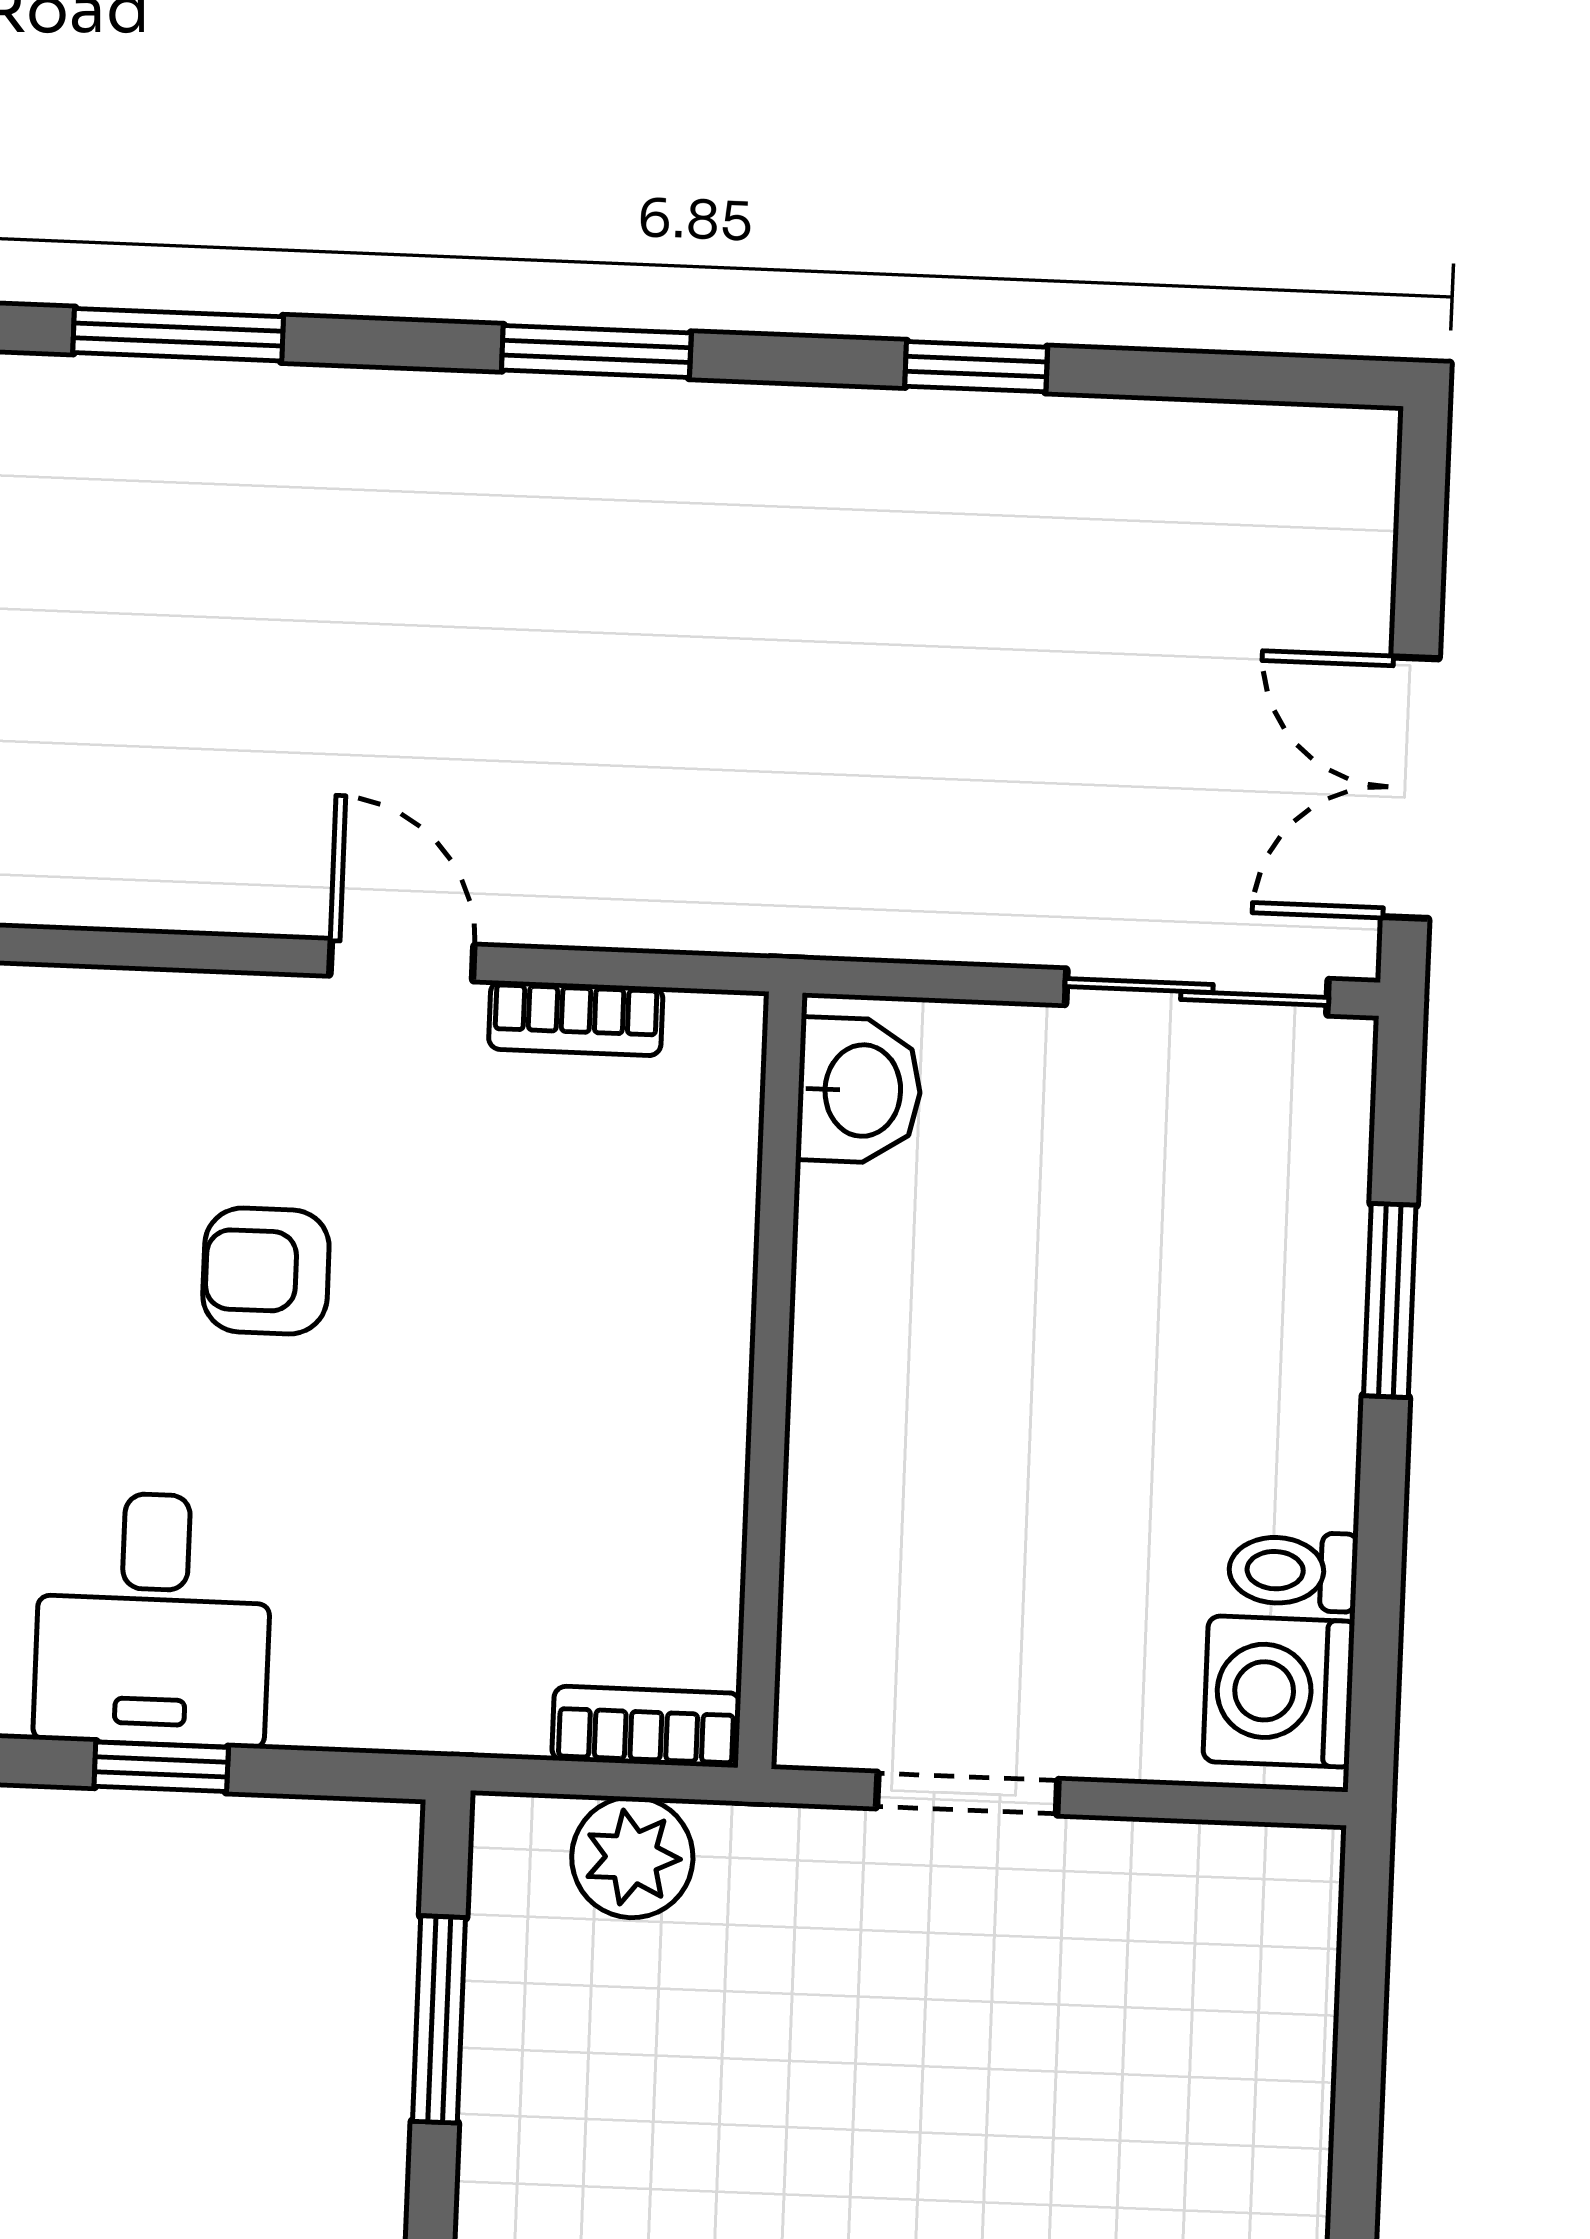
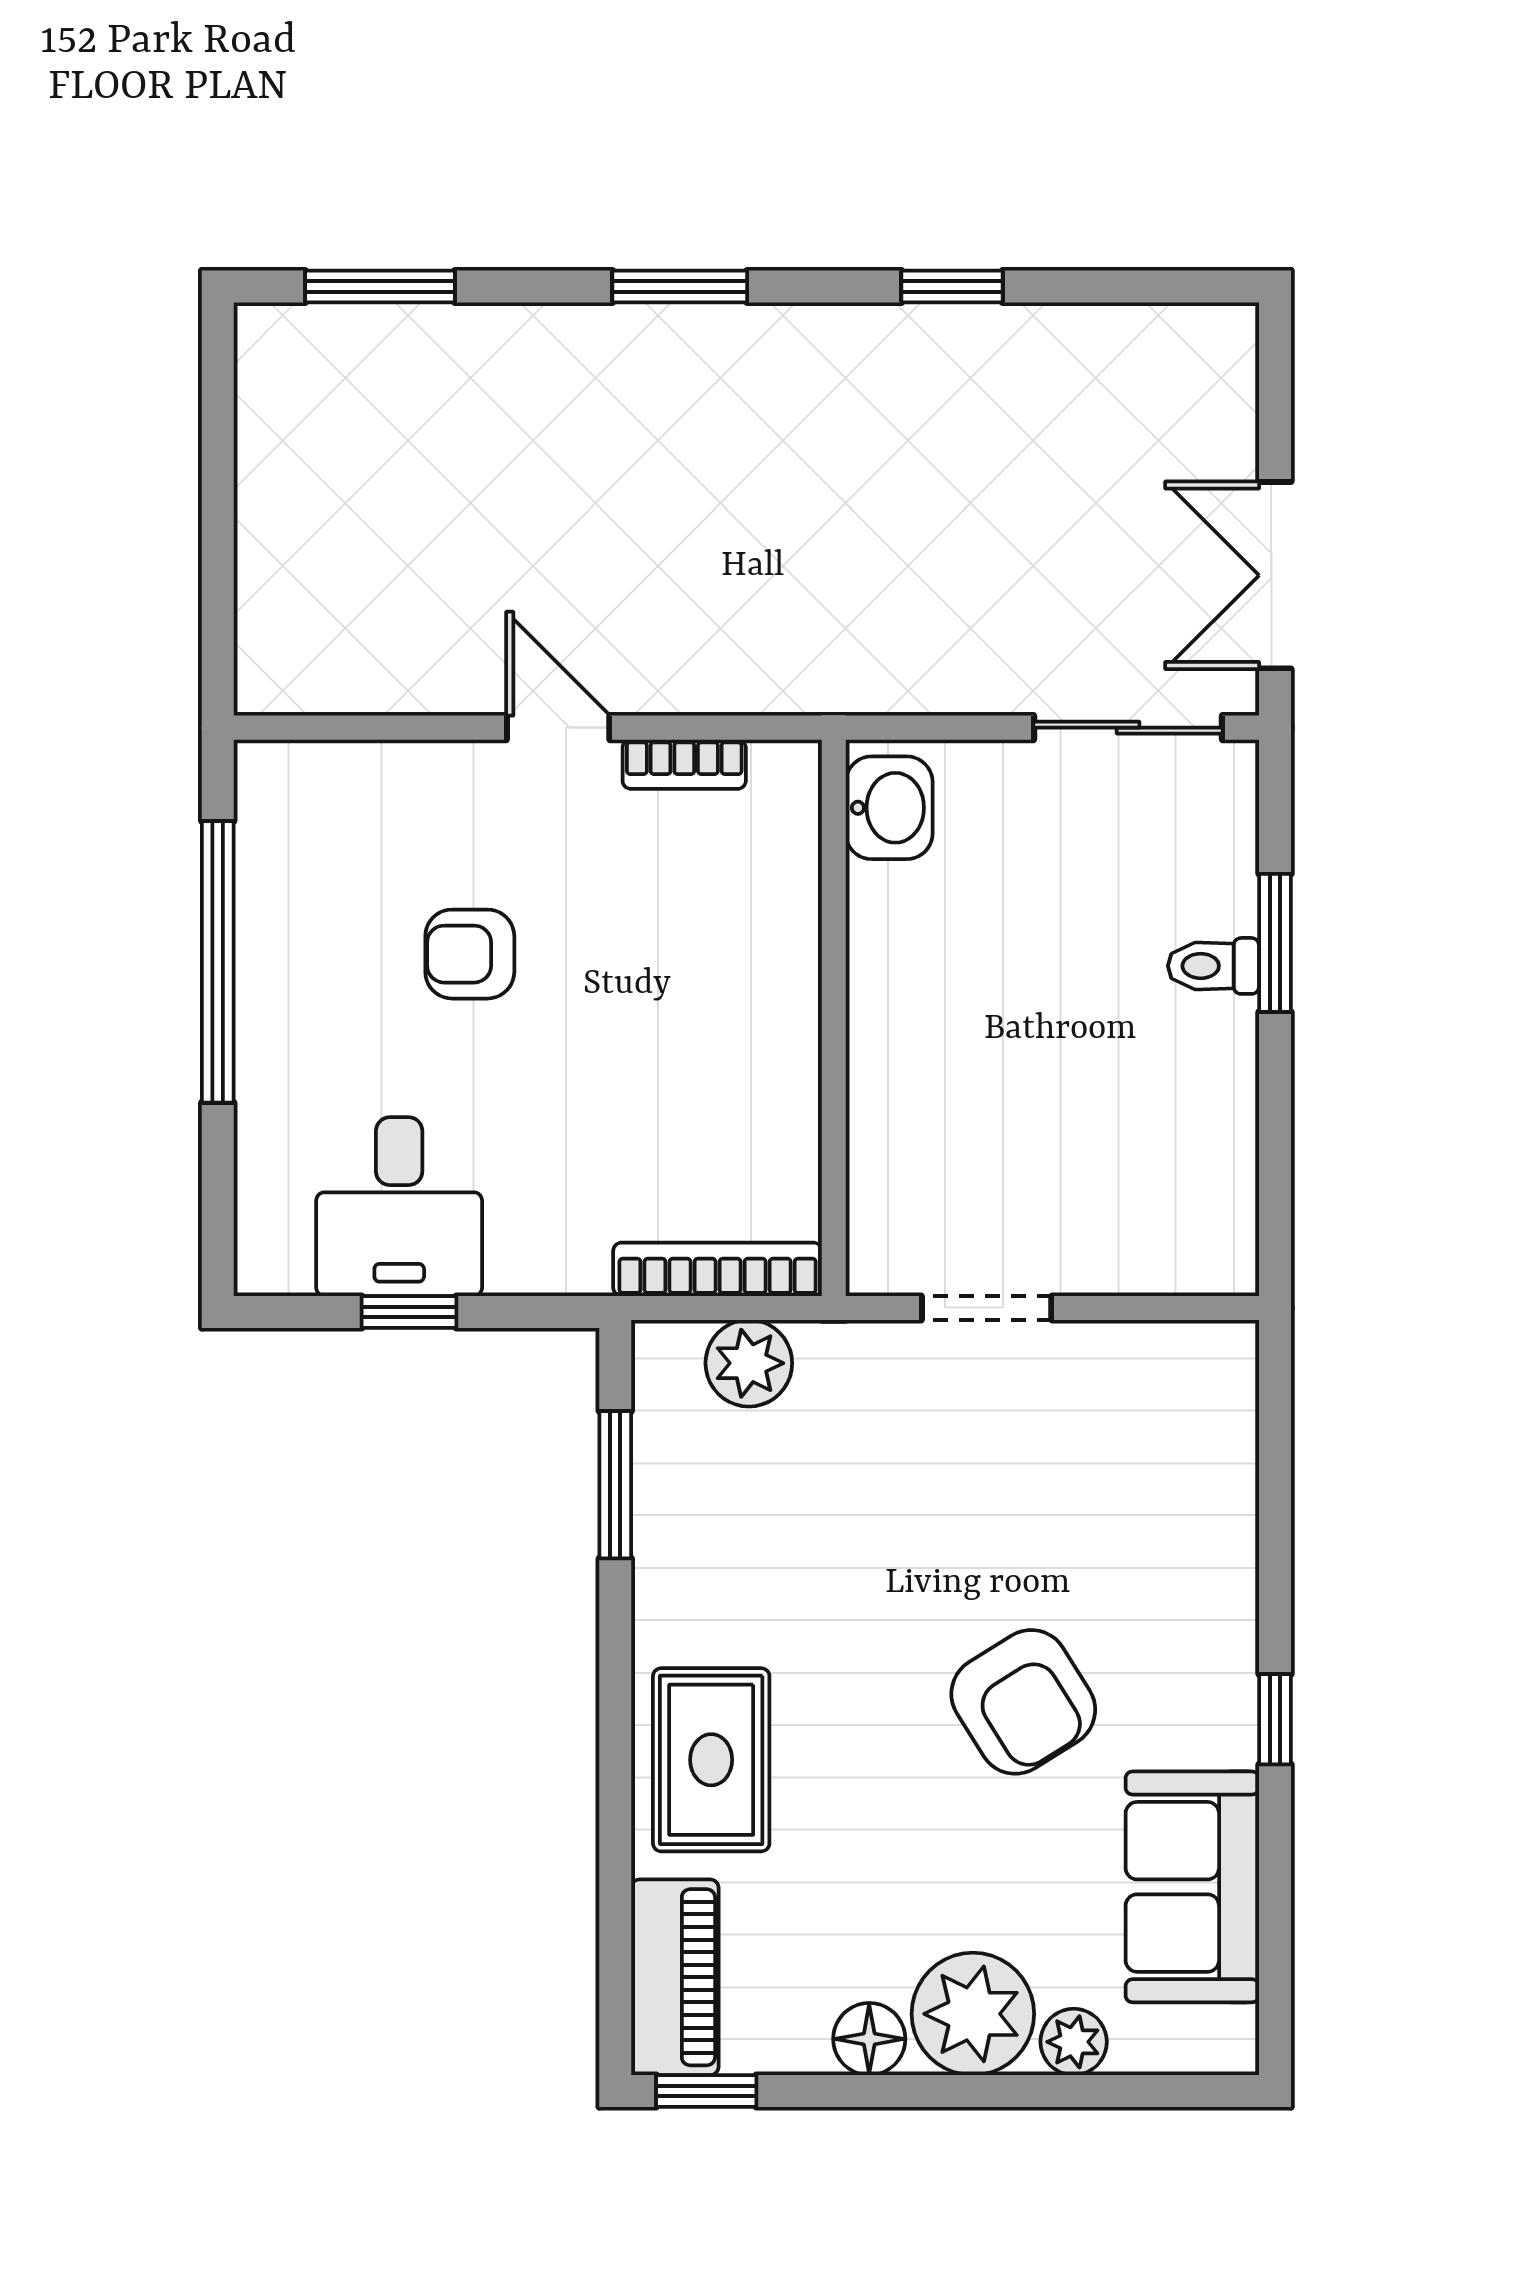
toilet: (1293, 1571) -> (1213, 966), moved
washing machine: (1279, 1691) -> (1207, 1226), removed
bookcase: (646, 1727) -> (718, 1269), width x1.56

